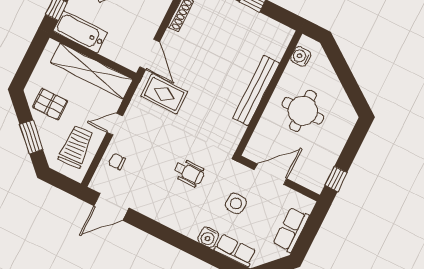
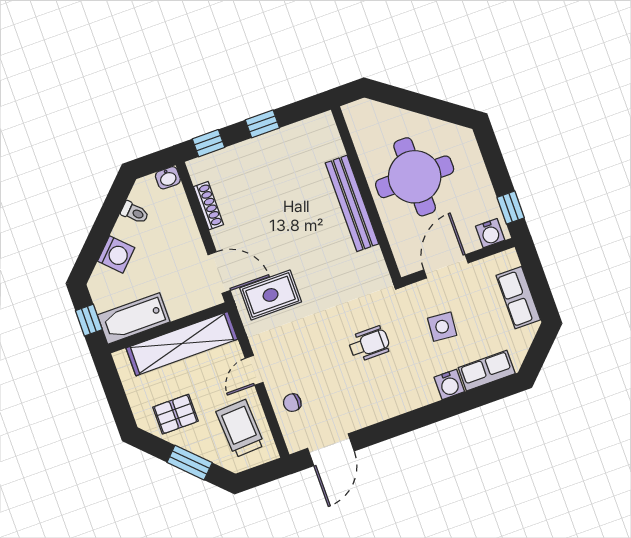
water cooler: (301, 56) -> (490, 233), moved, turned -90
round table: (303, 111) -> (415, 177), width x1.36, depth x1.36

